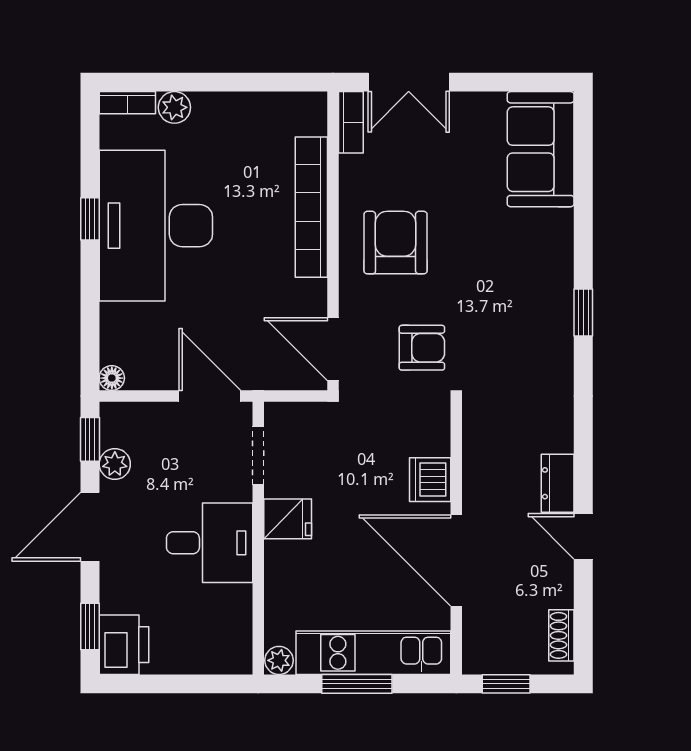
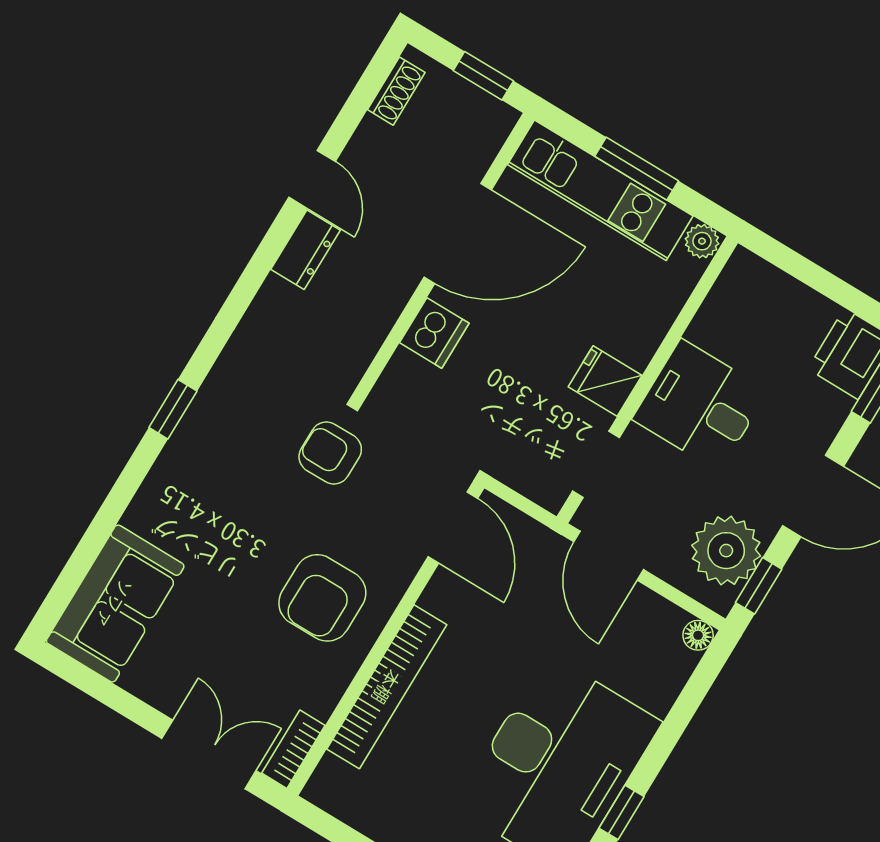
armchair: (422, 348) -> (330, 453), moved
plant: (115, 464) -> (726, 551), width x1.88, depth x1.88
door: (456, 561) -> (458, 233), hinge flipped

